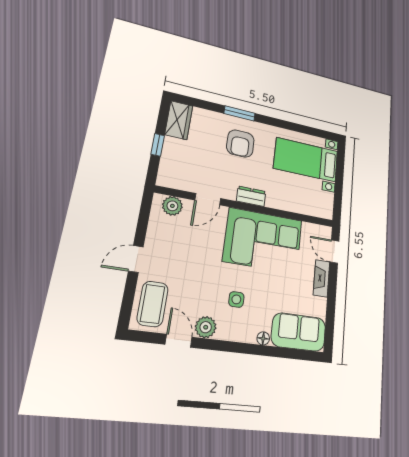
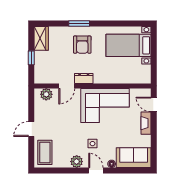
dresser: (251, 196) -> (84, 78), moved
door: (179, 341) -> (96, 171), moved

